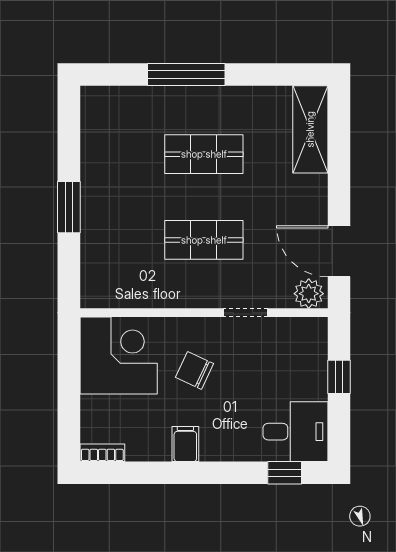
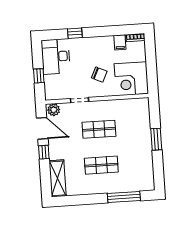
window: (186, 75) -> (124, 197), moved
window: (339, 194) -> (44, 152), added
desk: (296, 432) -> (56, 56), width x1.37
filing cabinet: (185, 444) -> (120, 42), moved
window: (285, 473) -> (75, 33), moved

